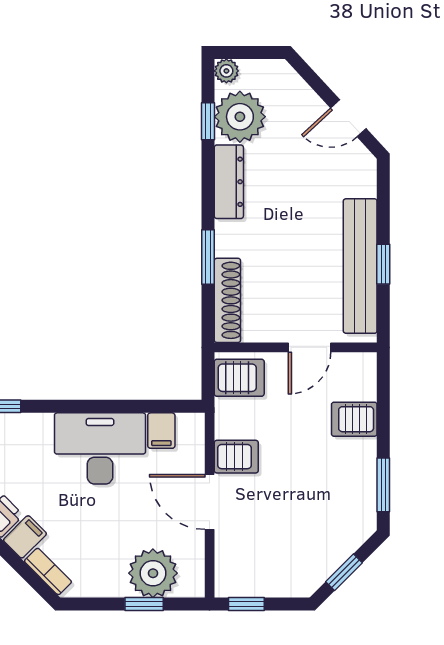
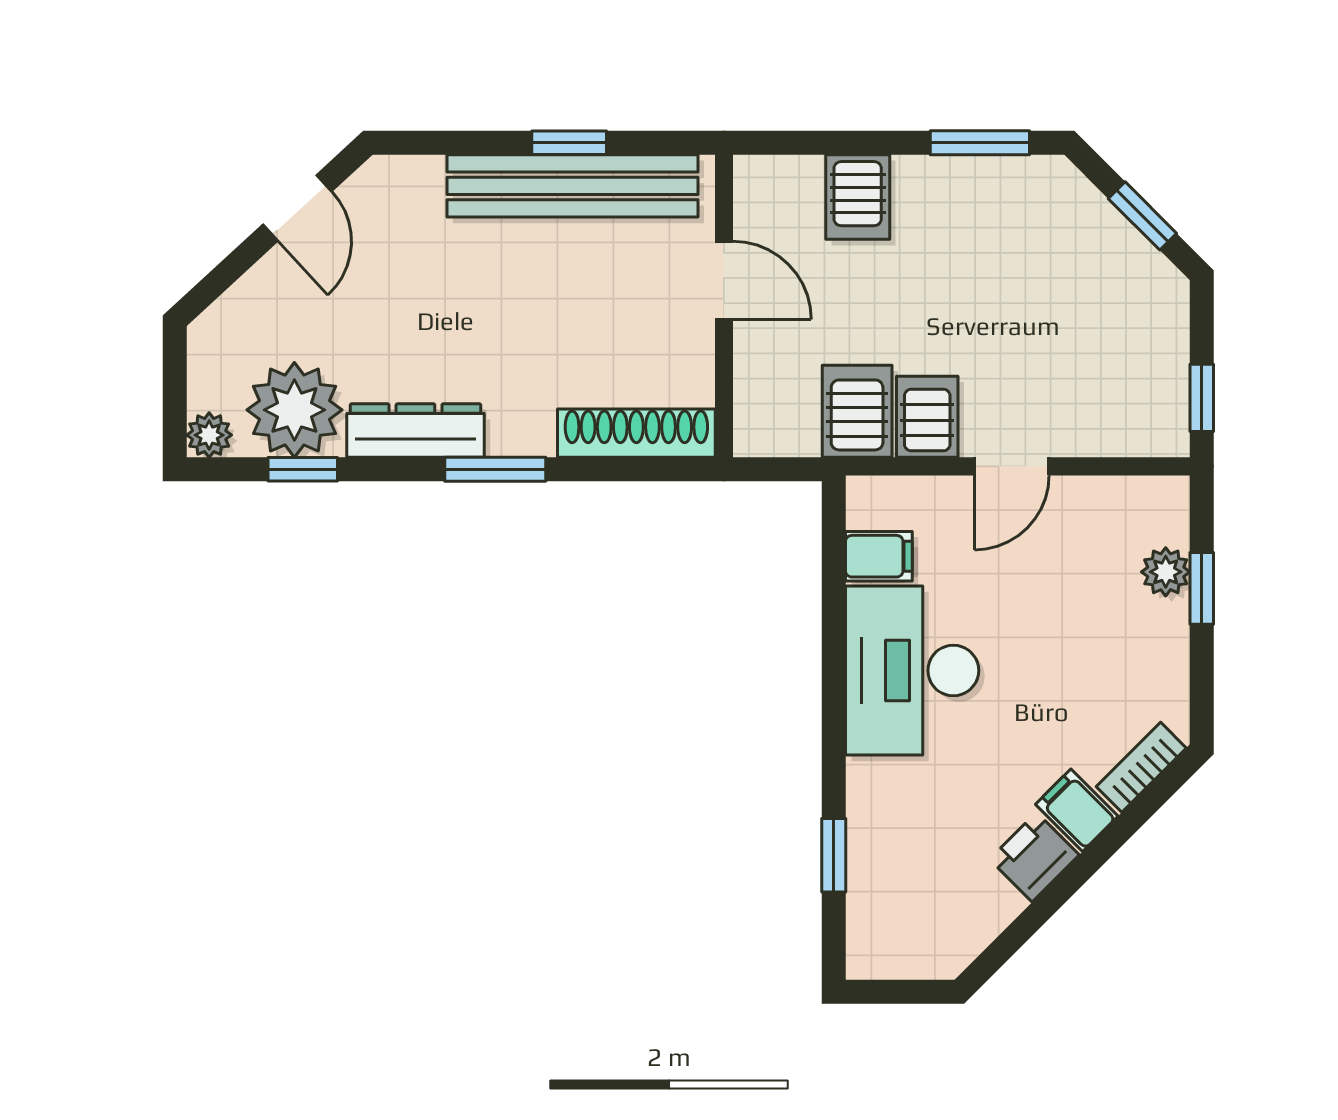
window: (208, 257) -> (495, 469), moved
server rack: (239, 378) -> (857, 411), moved
door: (210, 502) -> (1012, 466), width x0.73
plant: (153, 573) -> (1166, 572), width x0.53, depth x0.53

